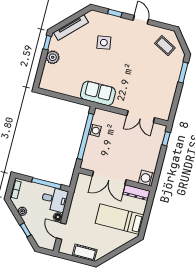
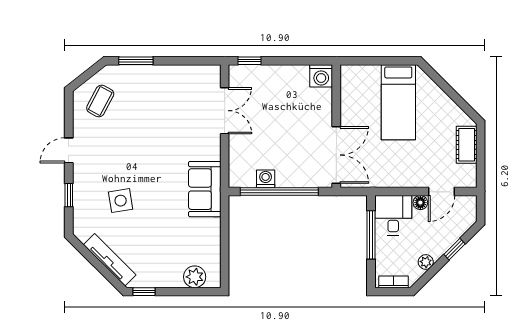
plant: (53, 57) -> (195, 277), moved
double door: (109, 178) -> (336, 155), moved
dresser: (137, 193) -> (348, 86), removed

